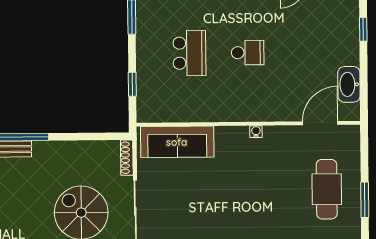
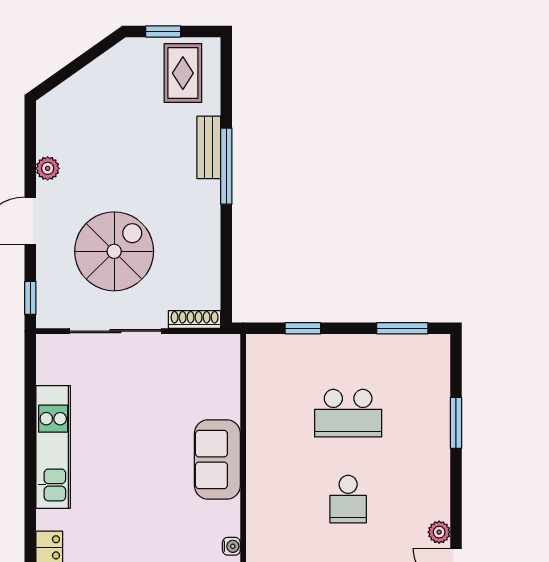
water cooler: (256, 132) -> (231, 546), moved
sofa: (177, 142) -> (217, 460), moved, width x0.73

